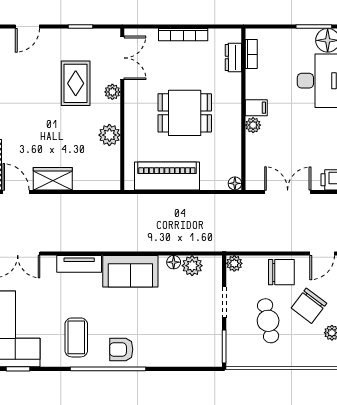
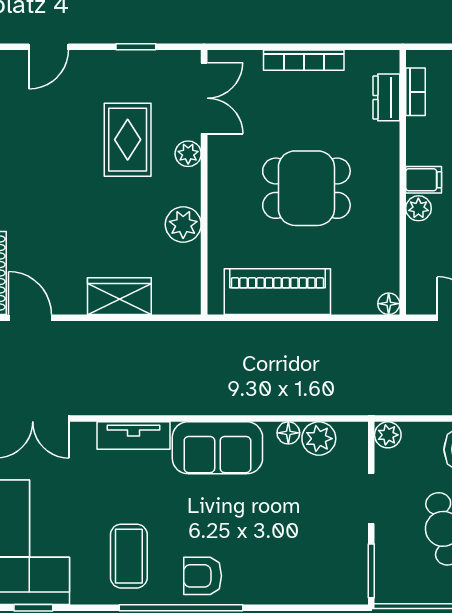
wardrobe: (53, 179) -> (119, 296), moved

